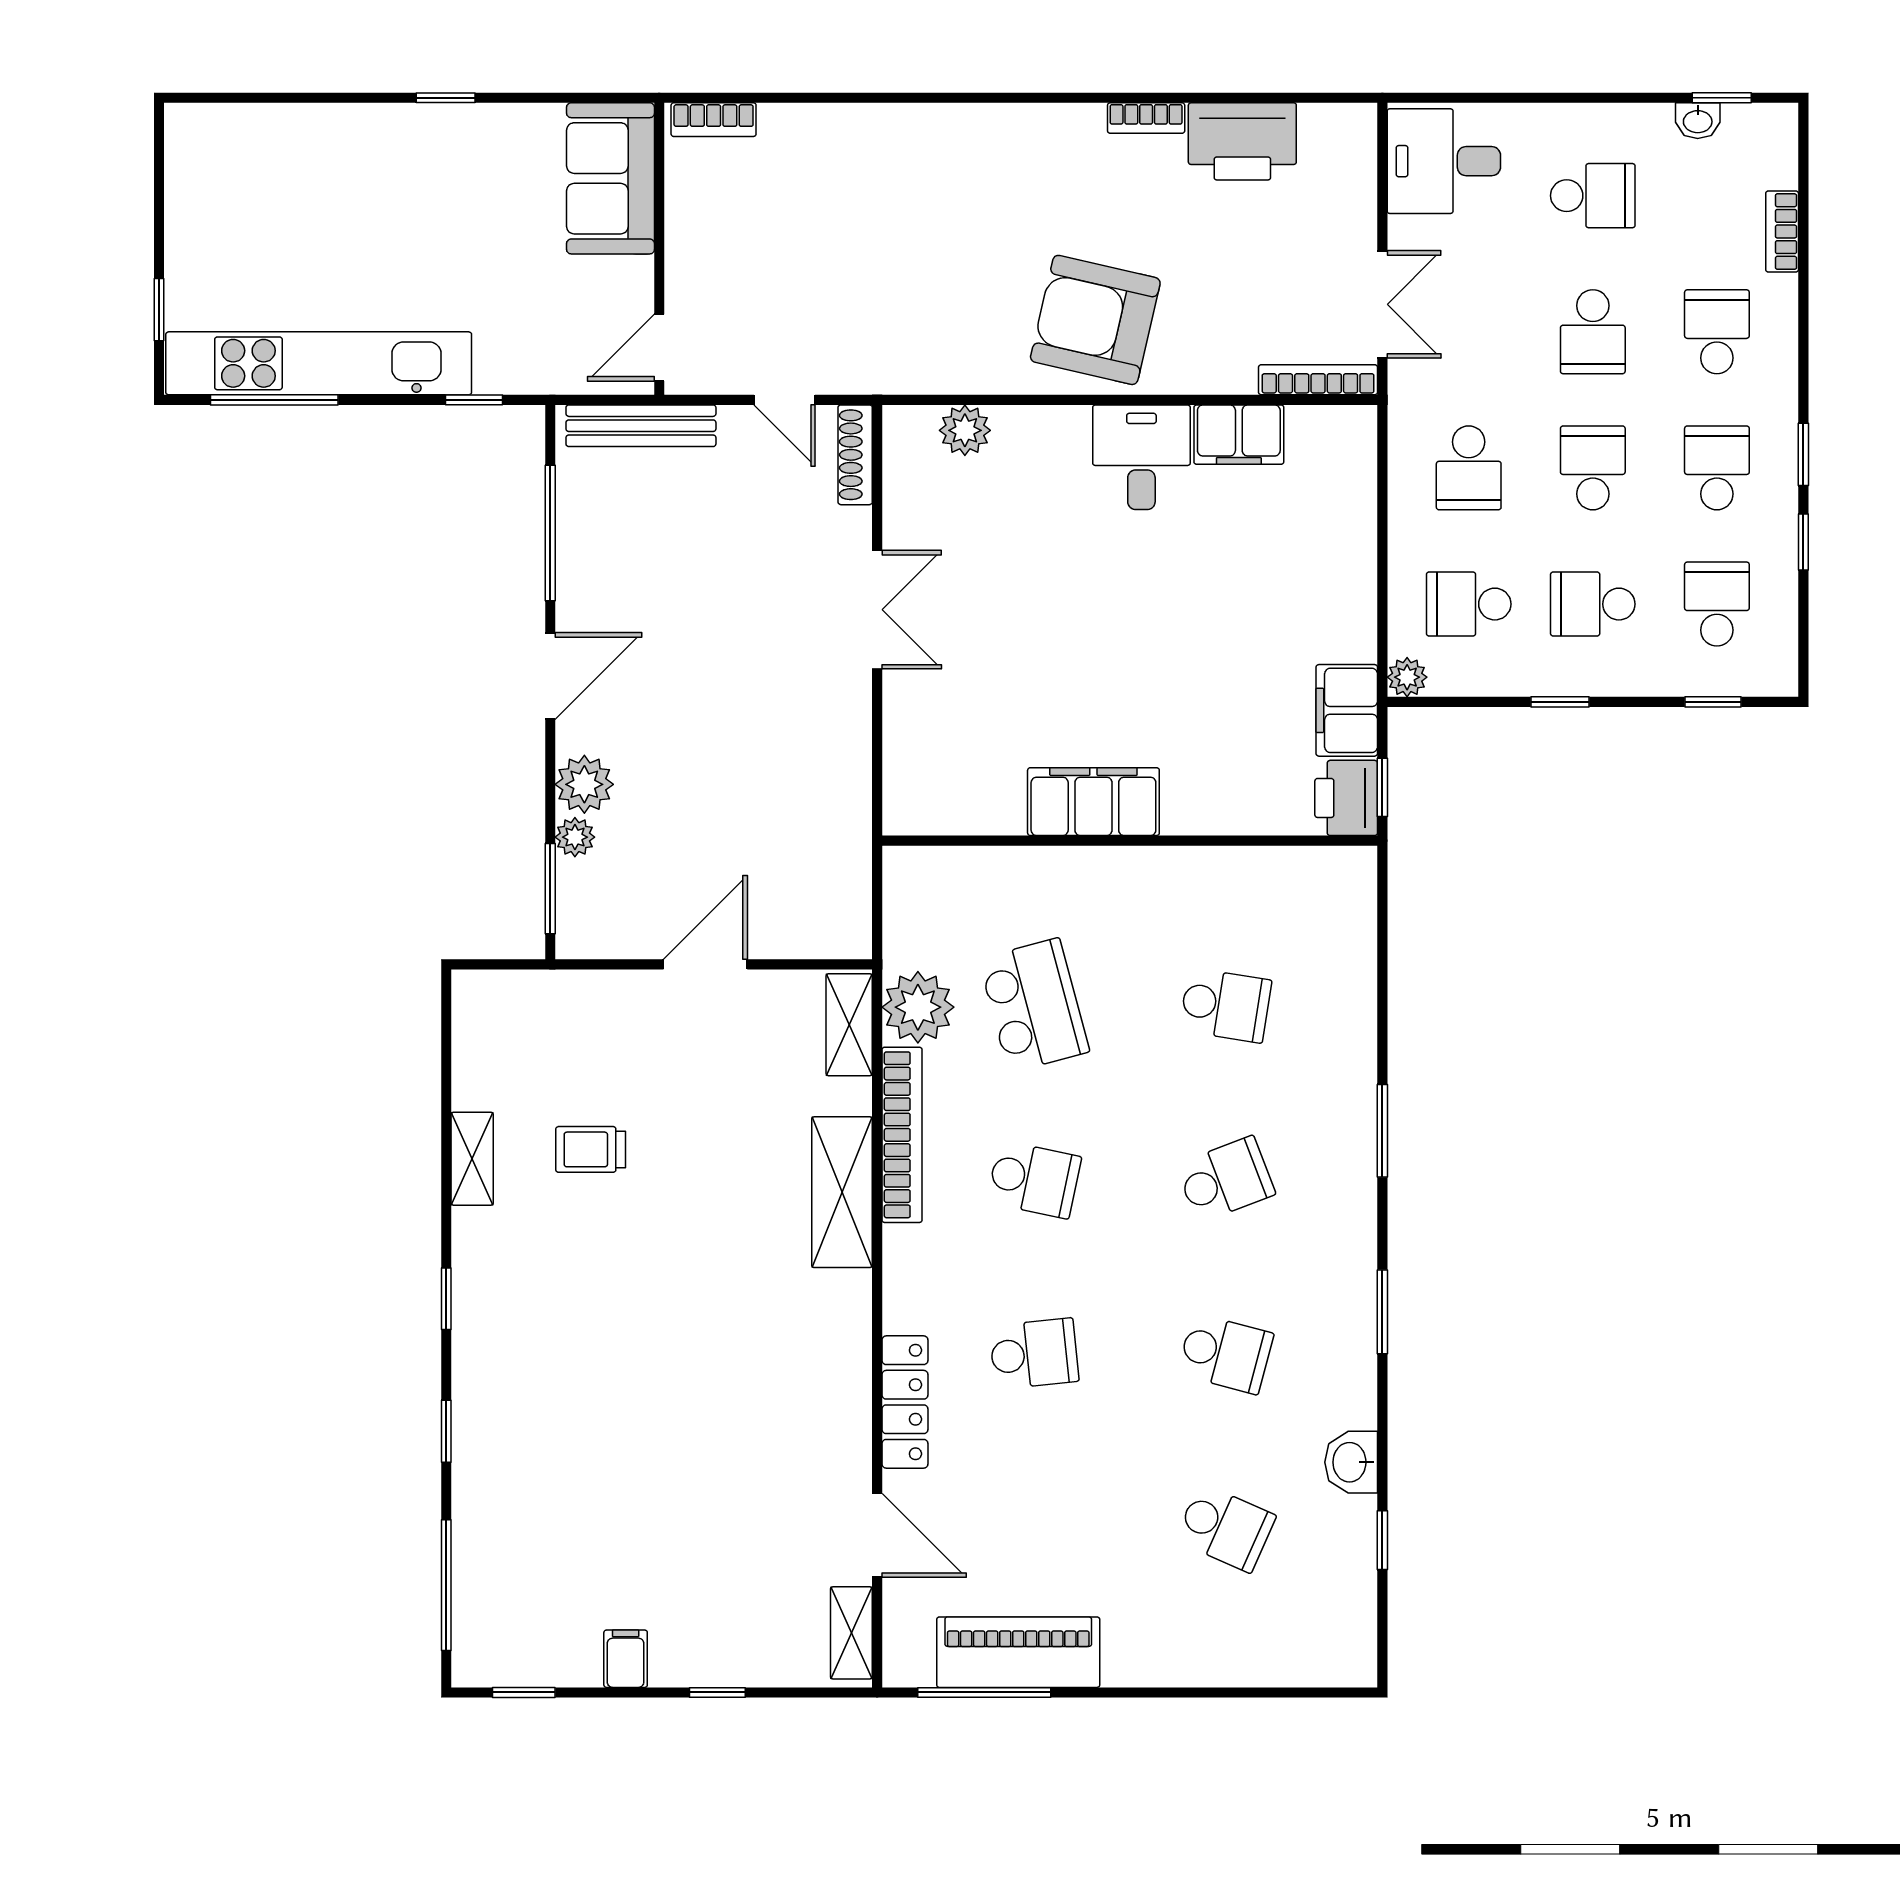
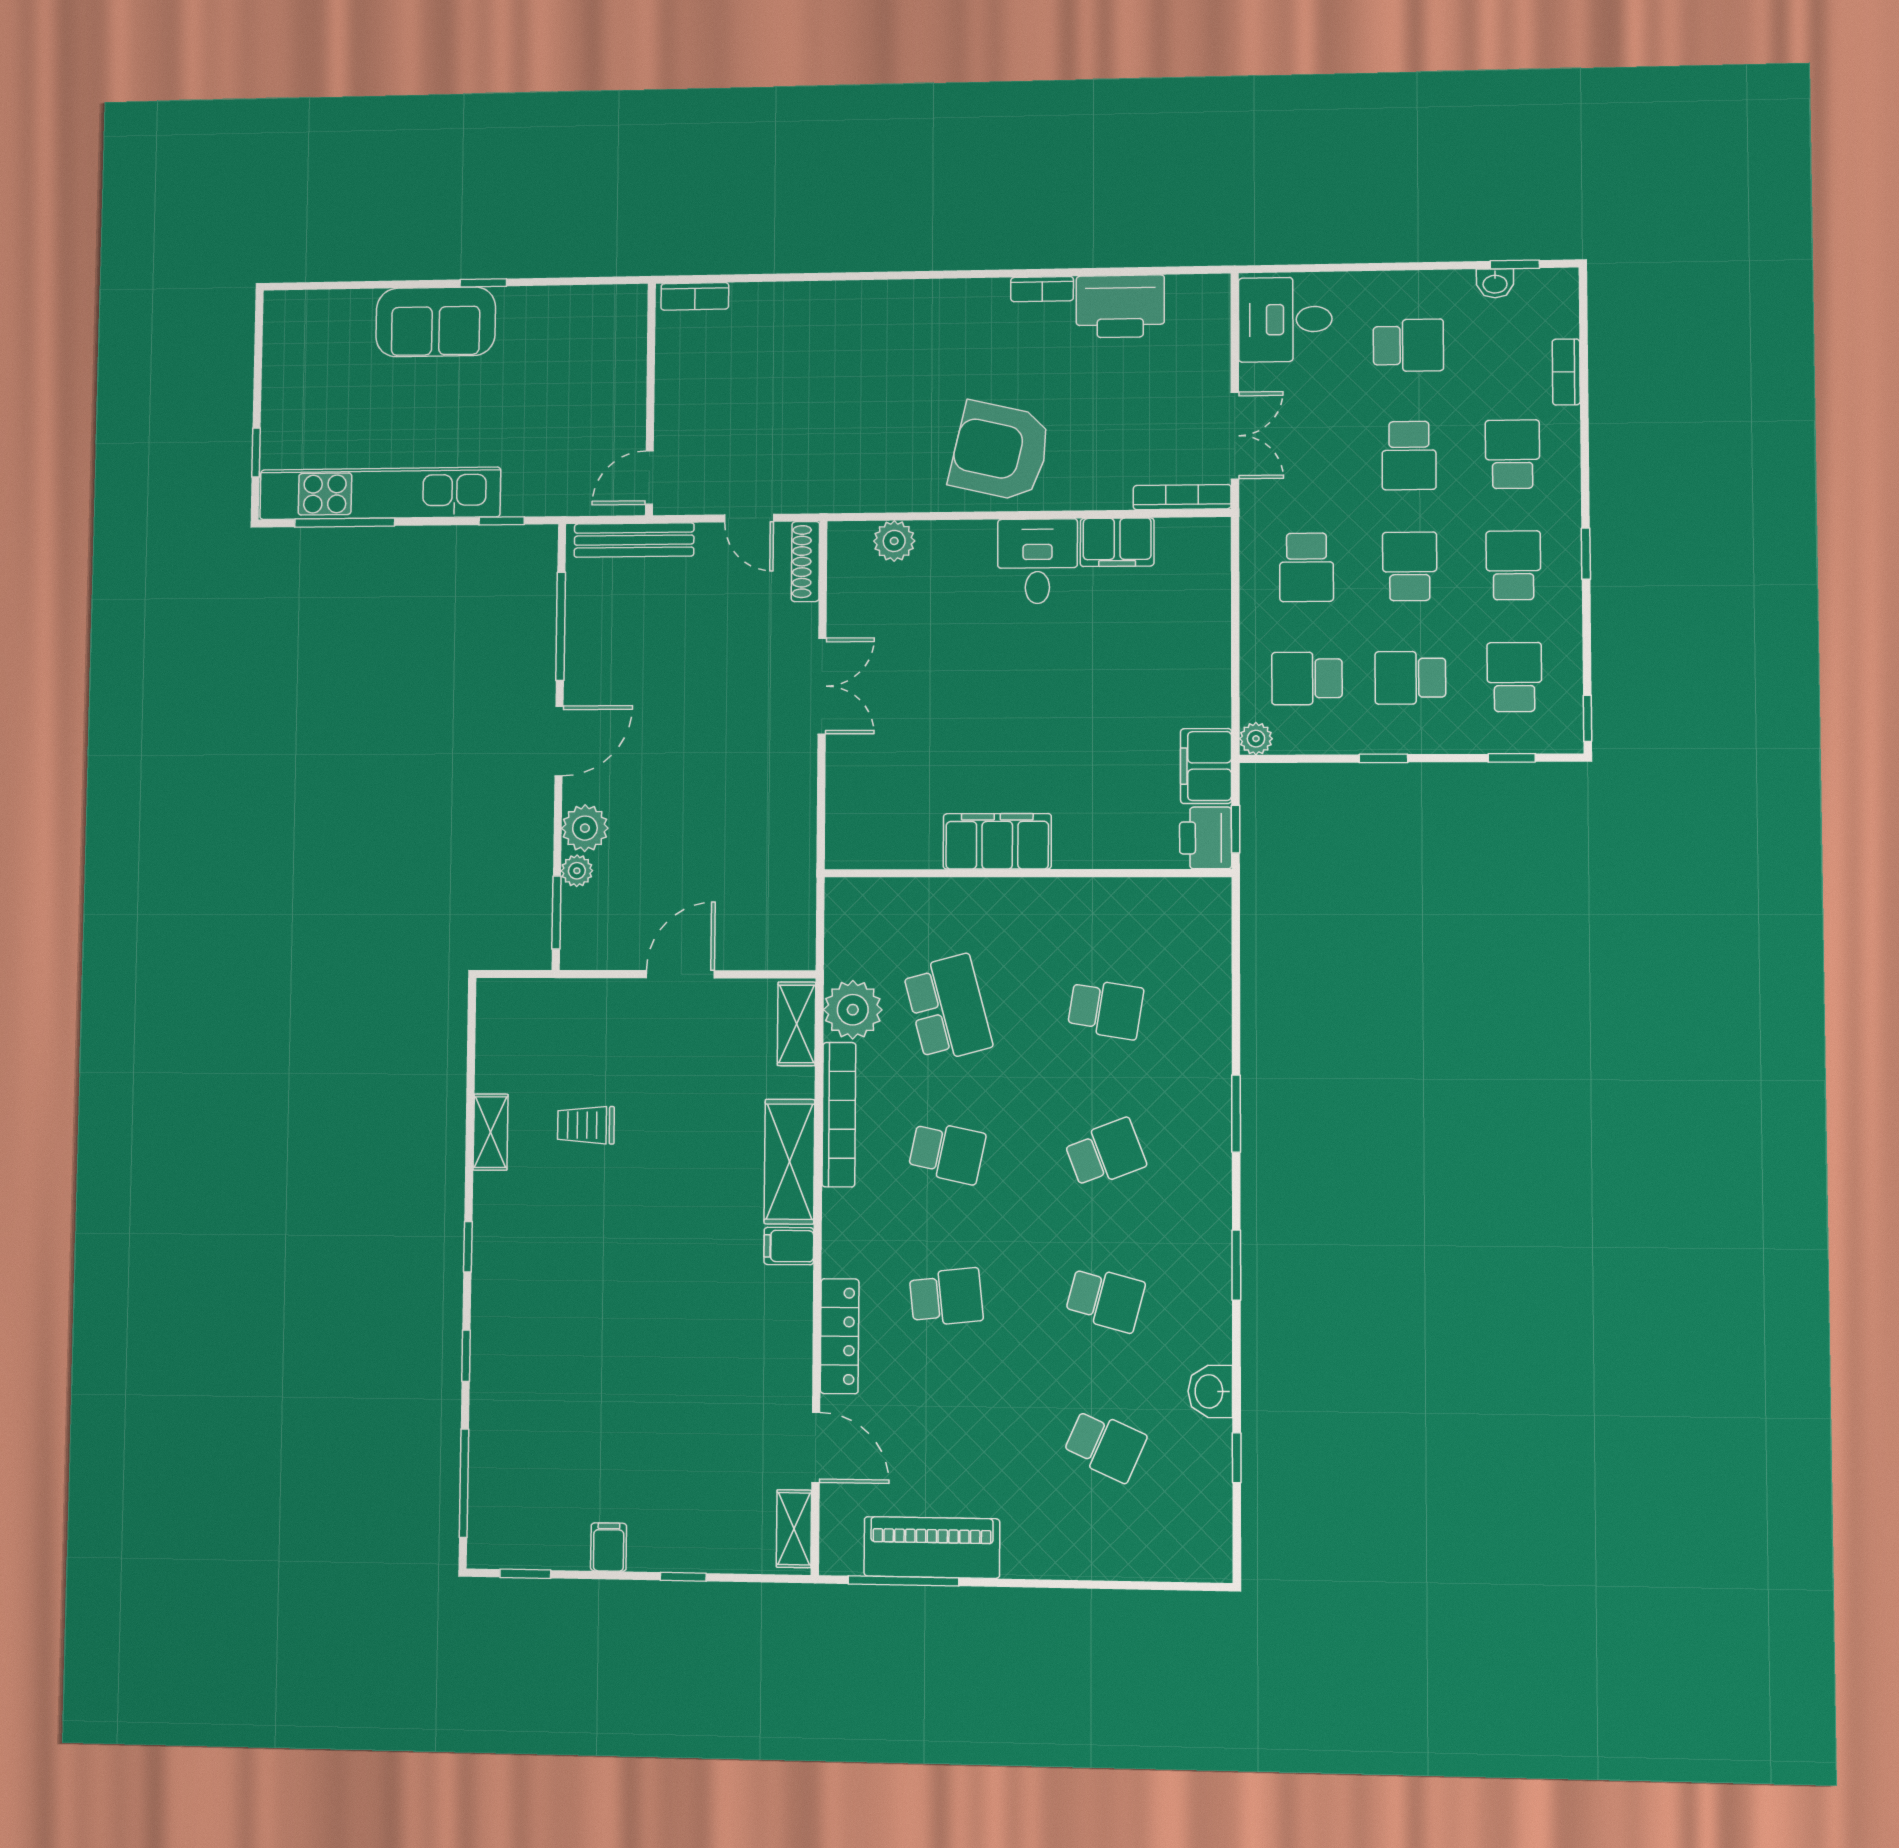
sofa: (610, 178) -> (436, 322), moved, turned -90
window: (1803, 542) -> (1588, 718), moved
filing cabinet: (842, 1294) -> (789, 1246), added

